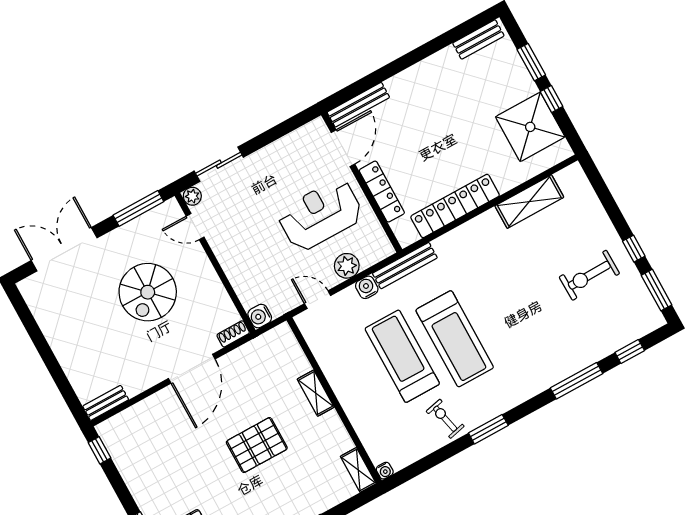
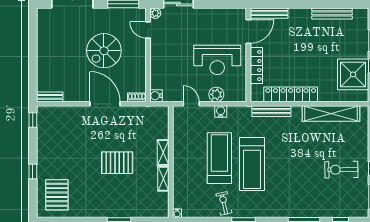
bench: (478, 39) -> (332, 13), moved, width x1.36
shelving: (529, 202) -> (331, 113), width x1.47
reception desk: (320, 215) -> (217, 60), turned 180
bench: (405, 266) -> (271, 111), moved
door: (192, 369) -> (105, 104), swing flipped
shelving: (358, 470) -> (163, 179), moved

